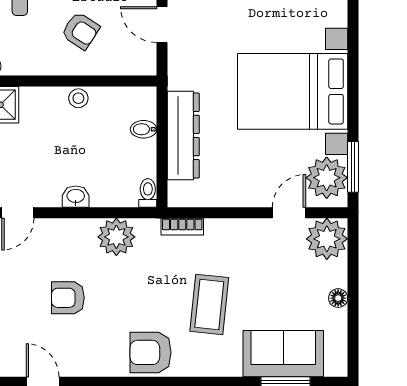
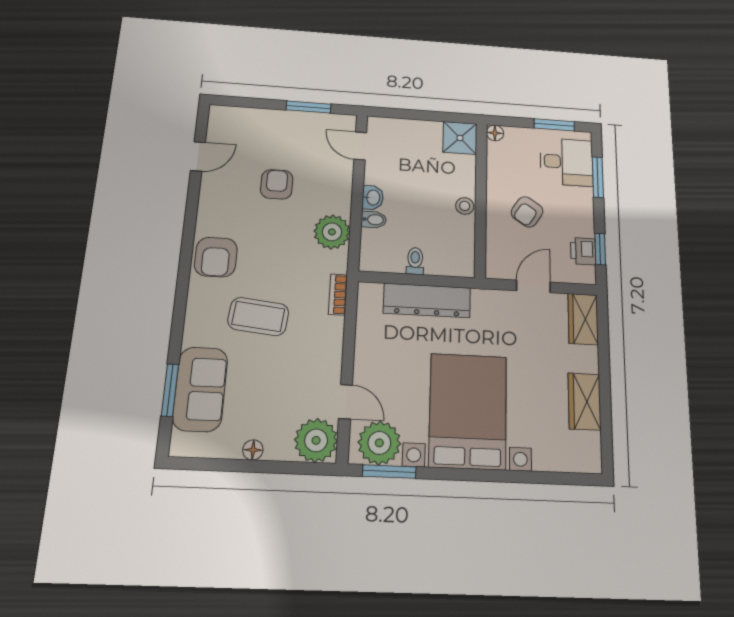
bidet: (144, 129) -> (374, 220), moved, turned 90
toilet: (148, 193) -> (415, 261), moved, turned -90
armchair: (151, 352) -> (216, 257), turned 180

